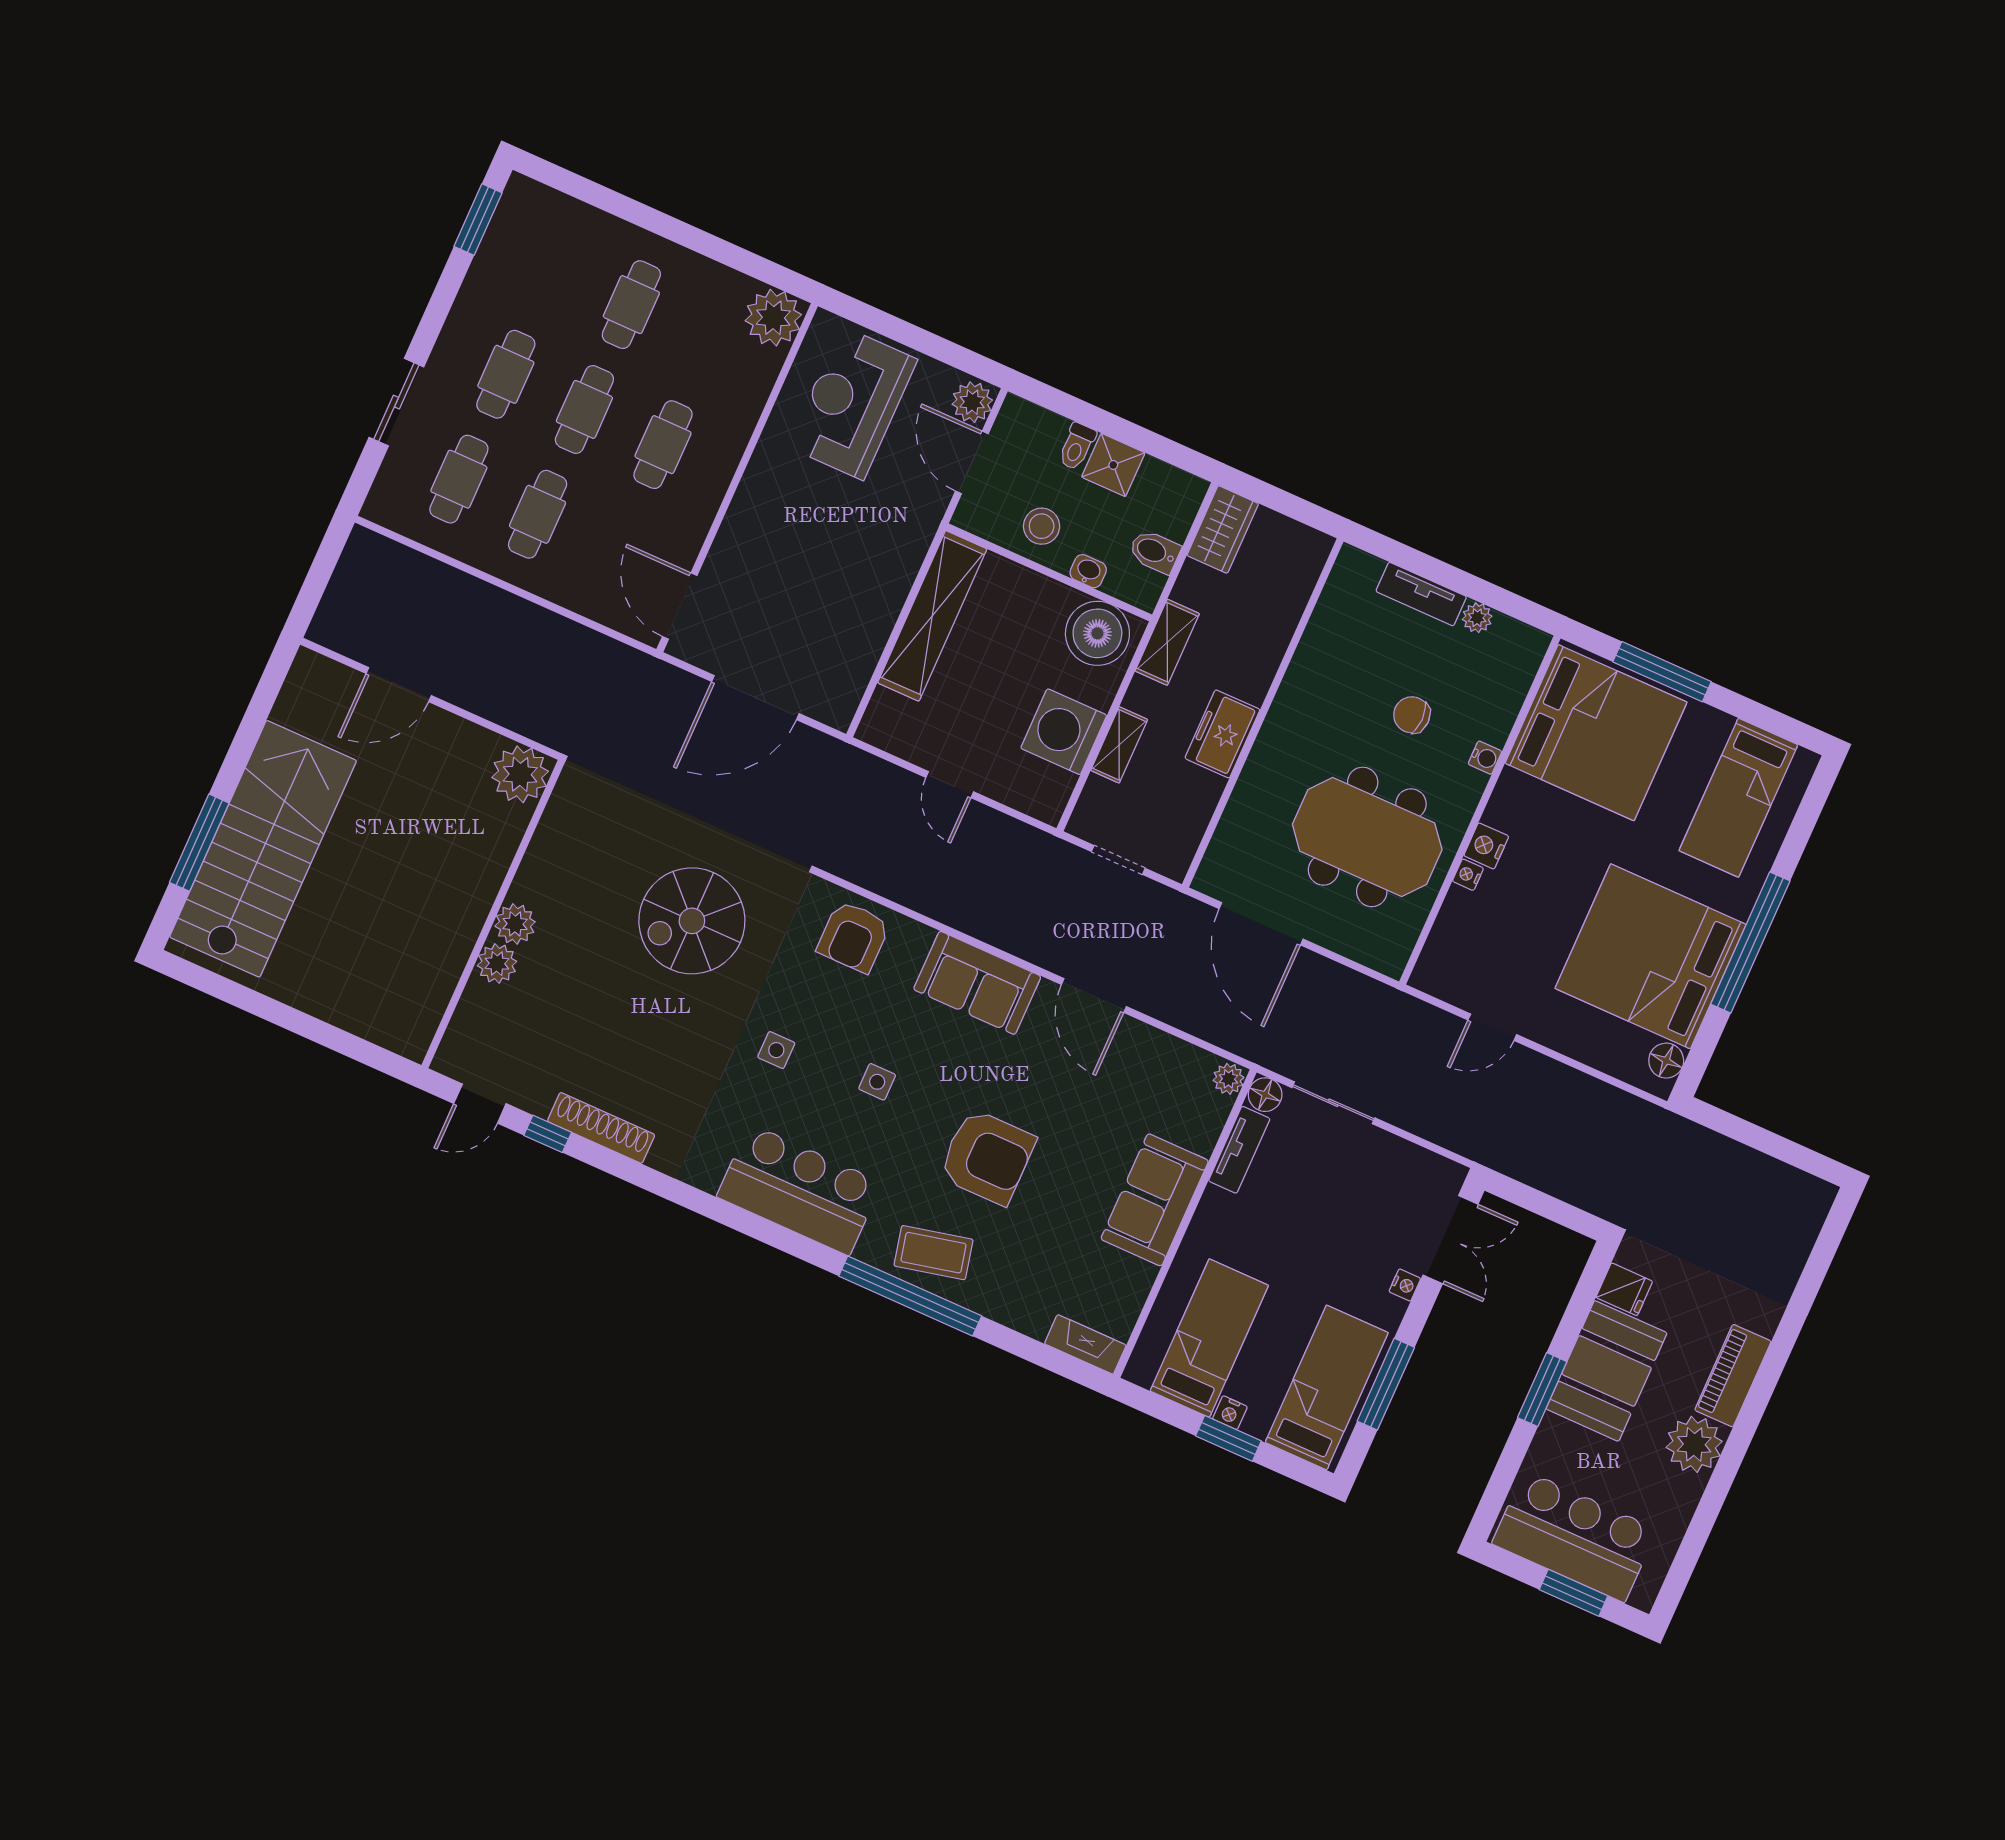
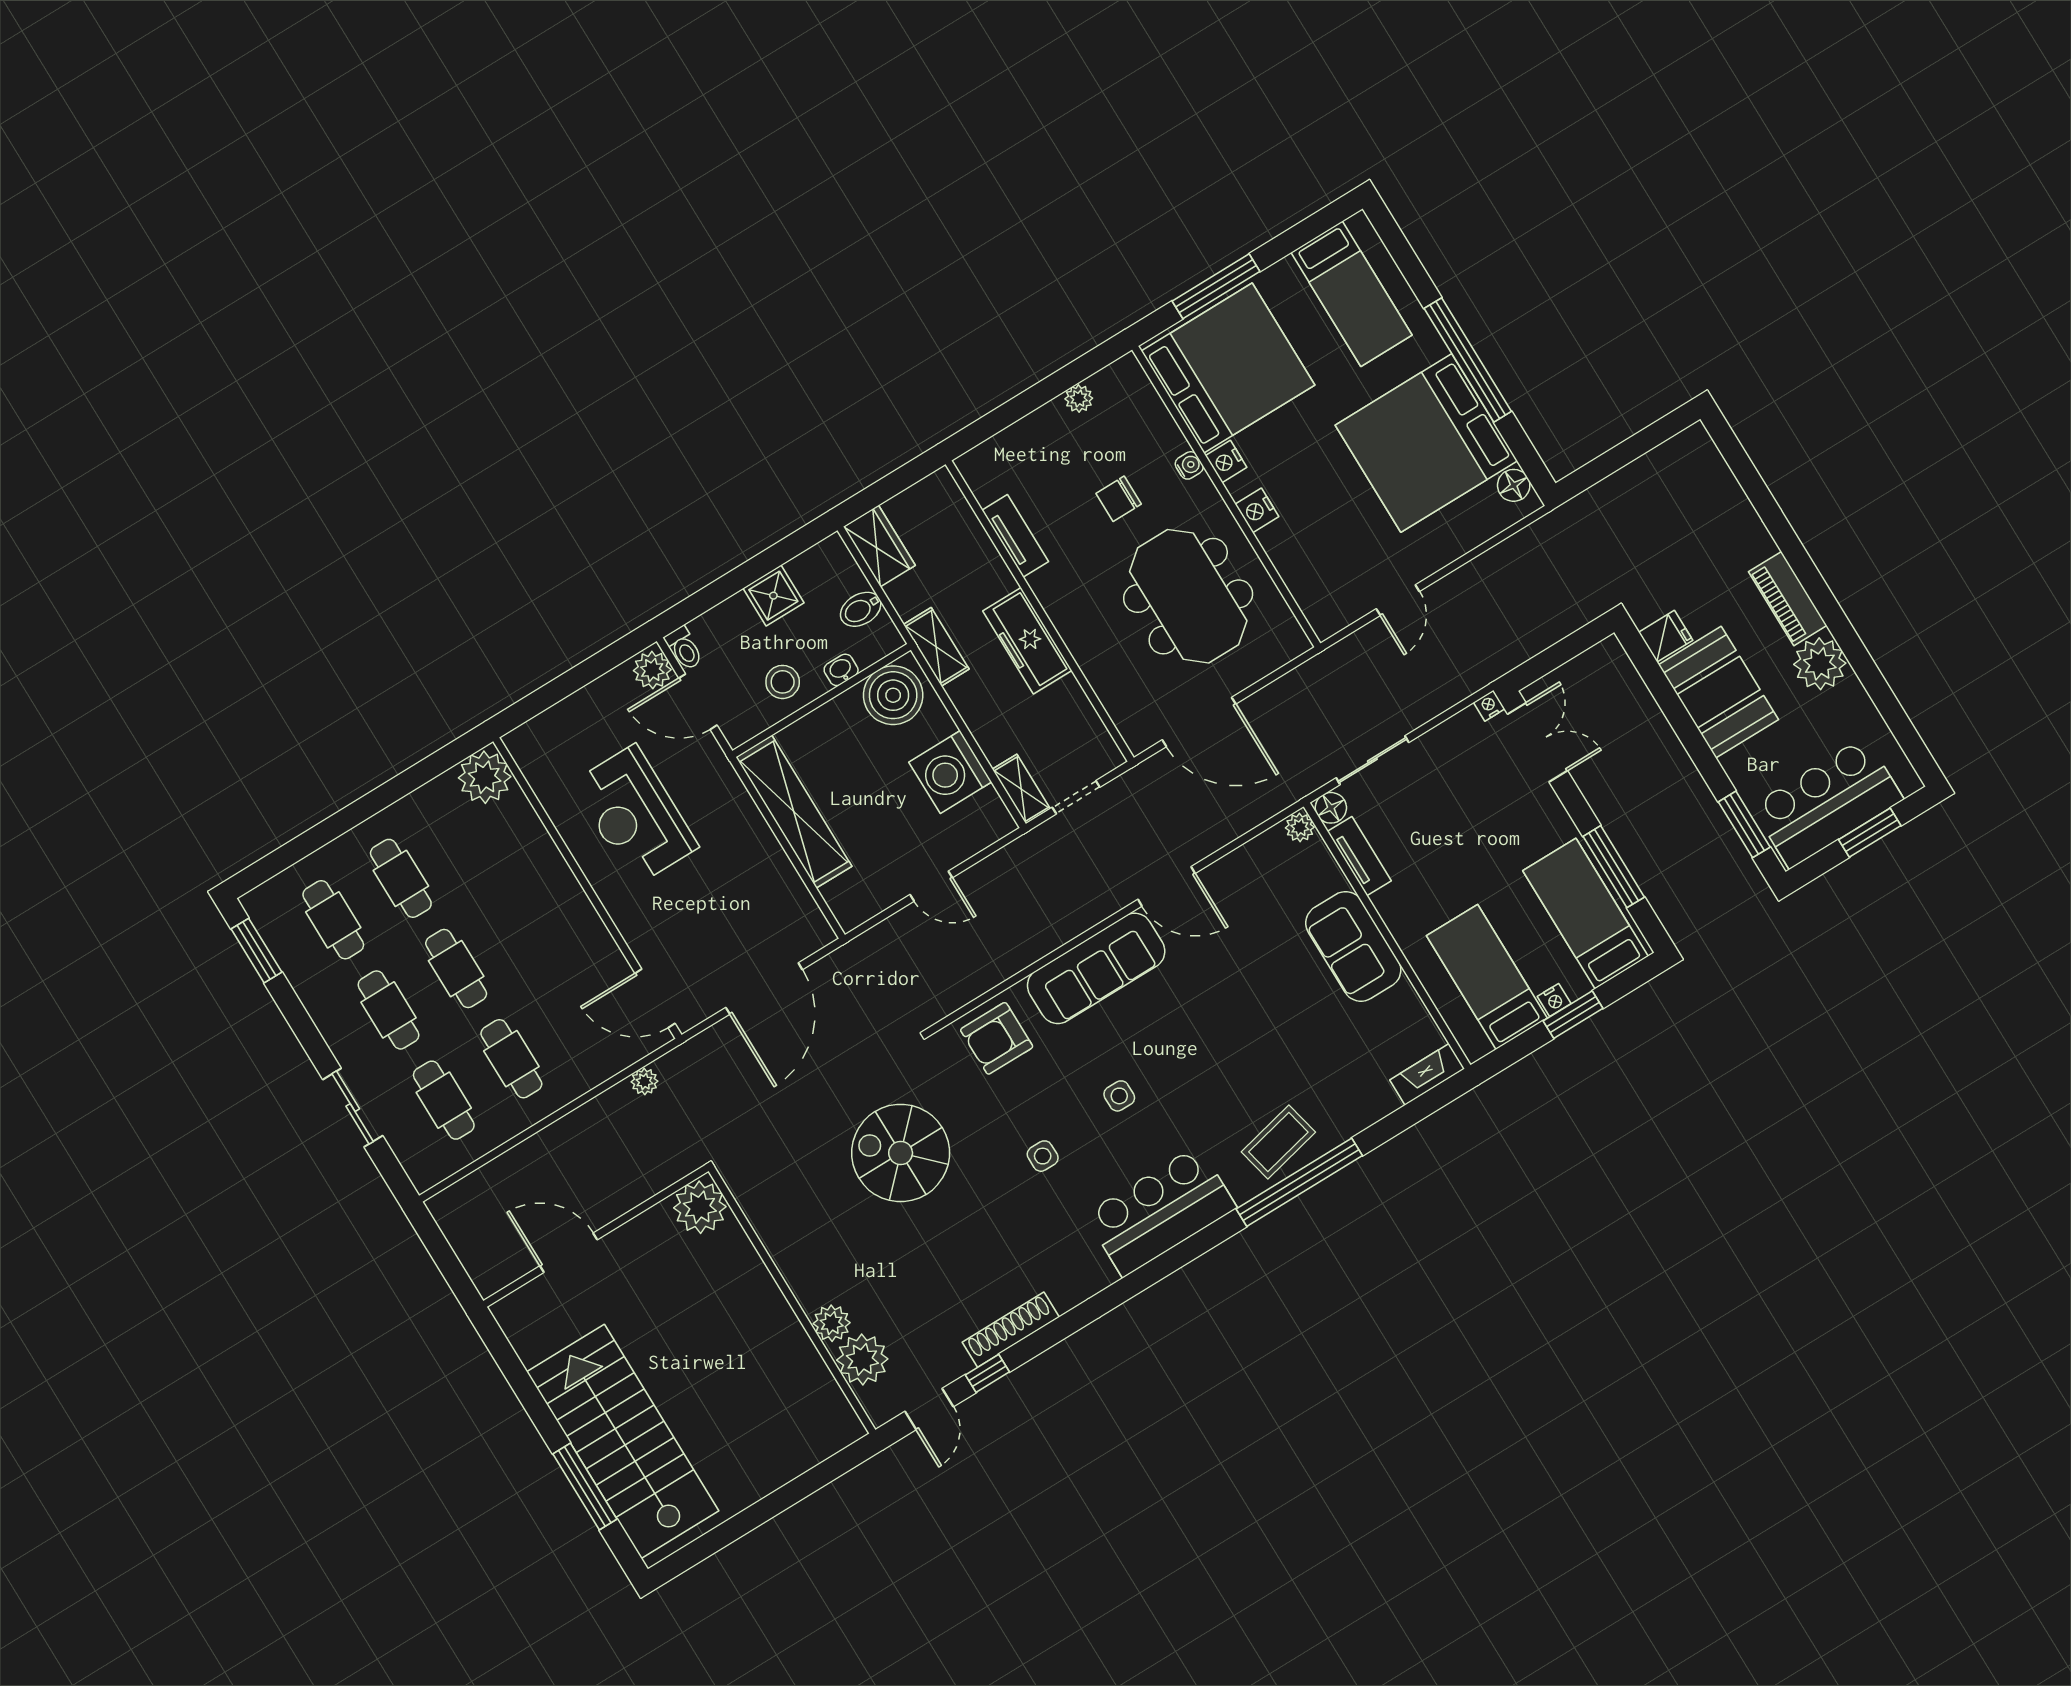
reception desk: (853, 403) -> (635, 815), moved
cafe table: (663, 445) -> (333, 920), moved
toilet: (1077, 446) -> (684, 648), moved
tv unit: (1421, 594) -> (1015, 536), moved, turned -90
plant: (599, 648) -> (644, 1082), added
door: (399, 685) -> (569, 1253), swing flipped
freezer: (1222, 734) -> (1027, 641), width x1.40
shelving: (1119, 745) -> (1021, 789), moved
meeting table: (1367, 837) -> (1188, 596), turned 90
nightstand: (1468, 875) -> (1226, 461), moved, width x1.39, depth x1.35
spiral stairs: (692, 921) -> (901, 1153), turned 90
plant: (515, 924) -> (862, 1359), moved, width x1.36, depth x1.36
armchair: (854, 937) -> (997, 1038), turned 90
sofa: (977, 983) -> (1096, 968), width x1.36
armchair: (987, 1157) -> (1233, 1051), removed
nightstand: (1405, 1285) -> (1489, 706), moved, turned -90
window: (1542, 1390) -> (1744, 824), moved

